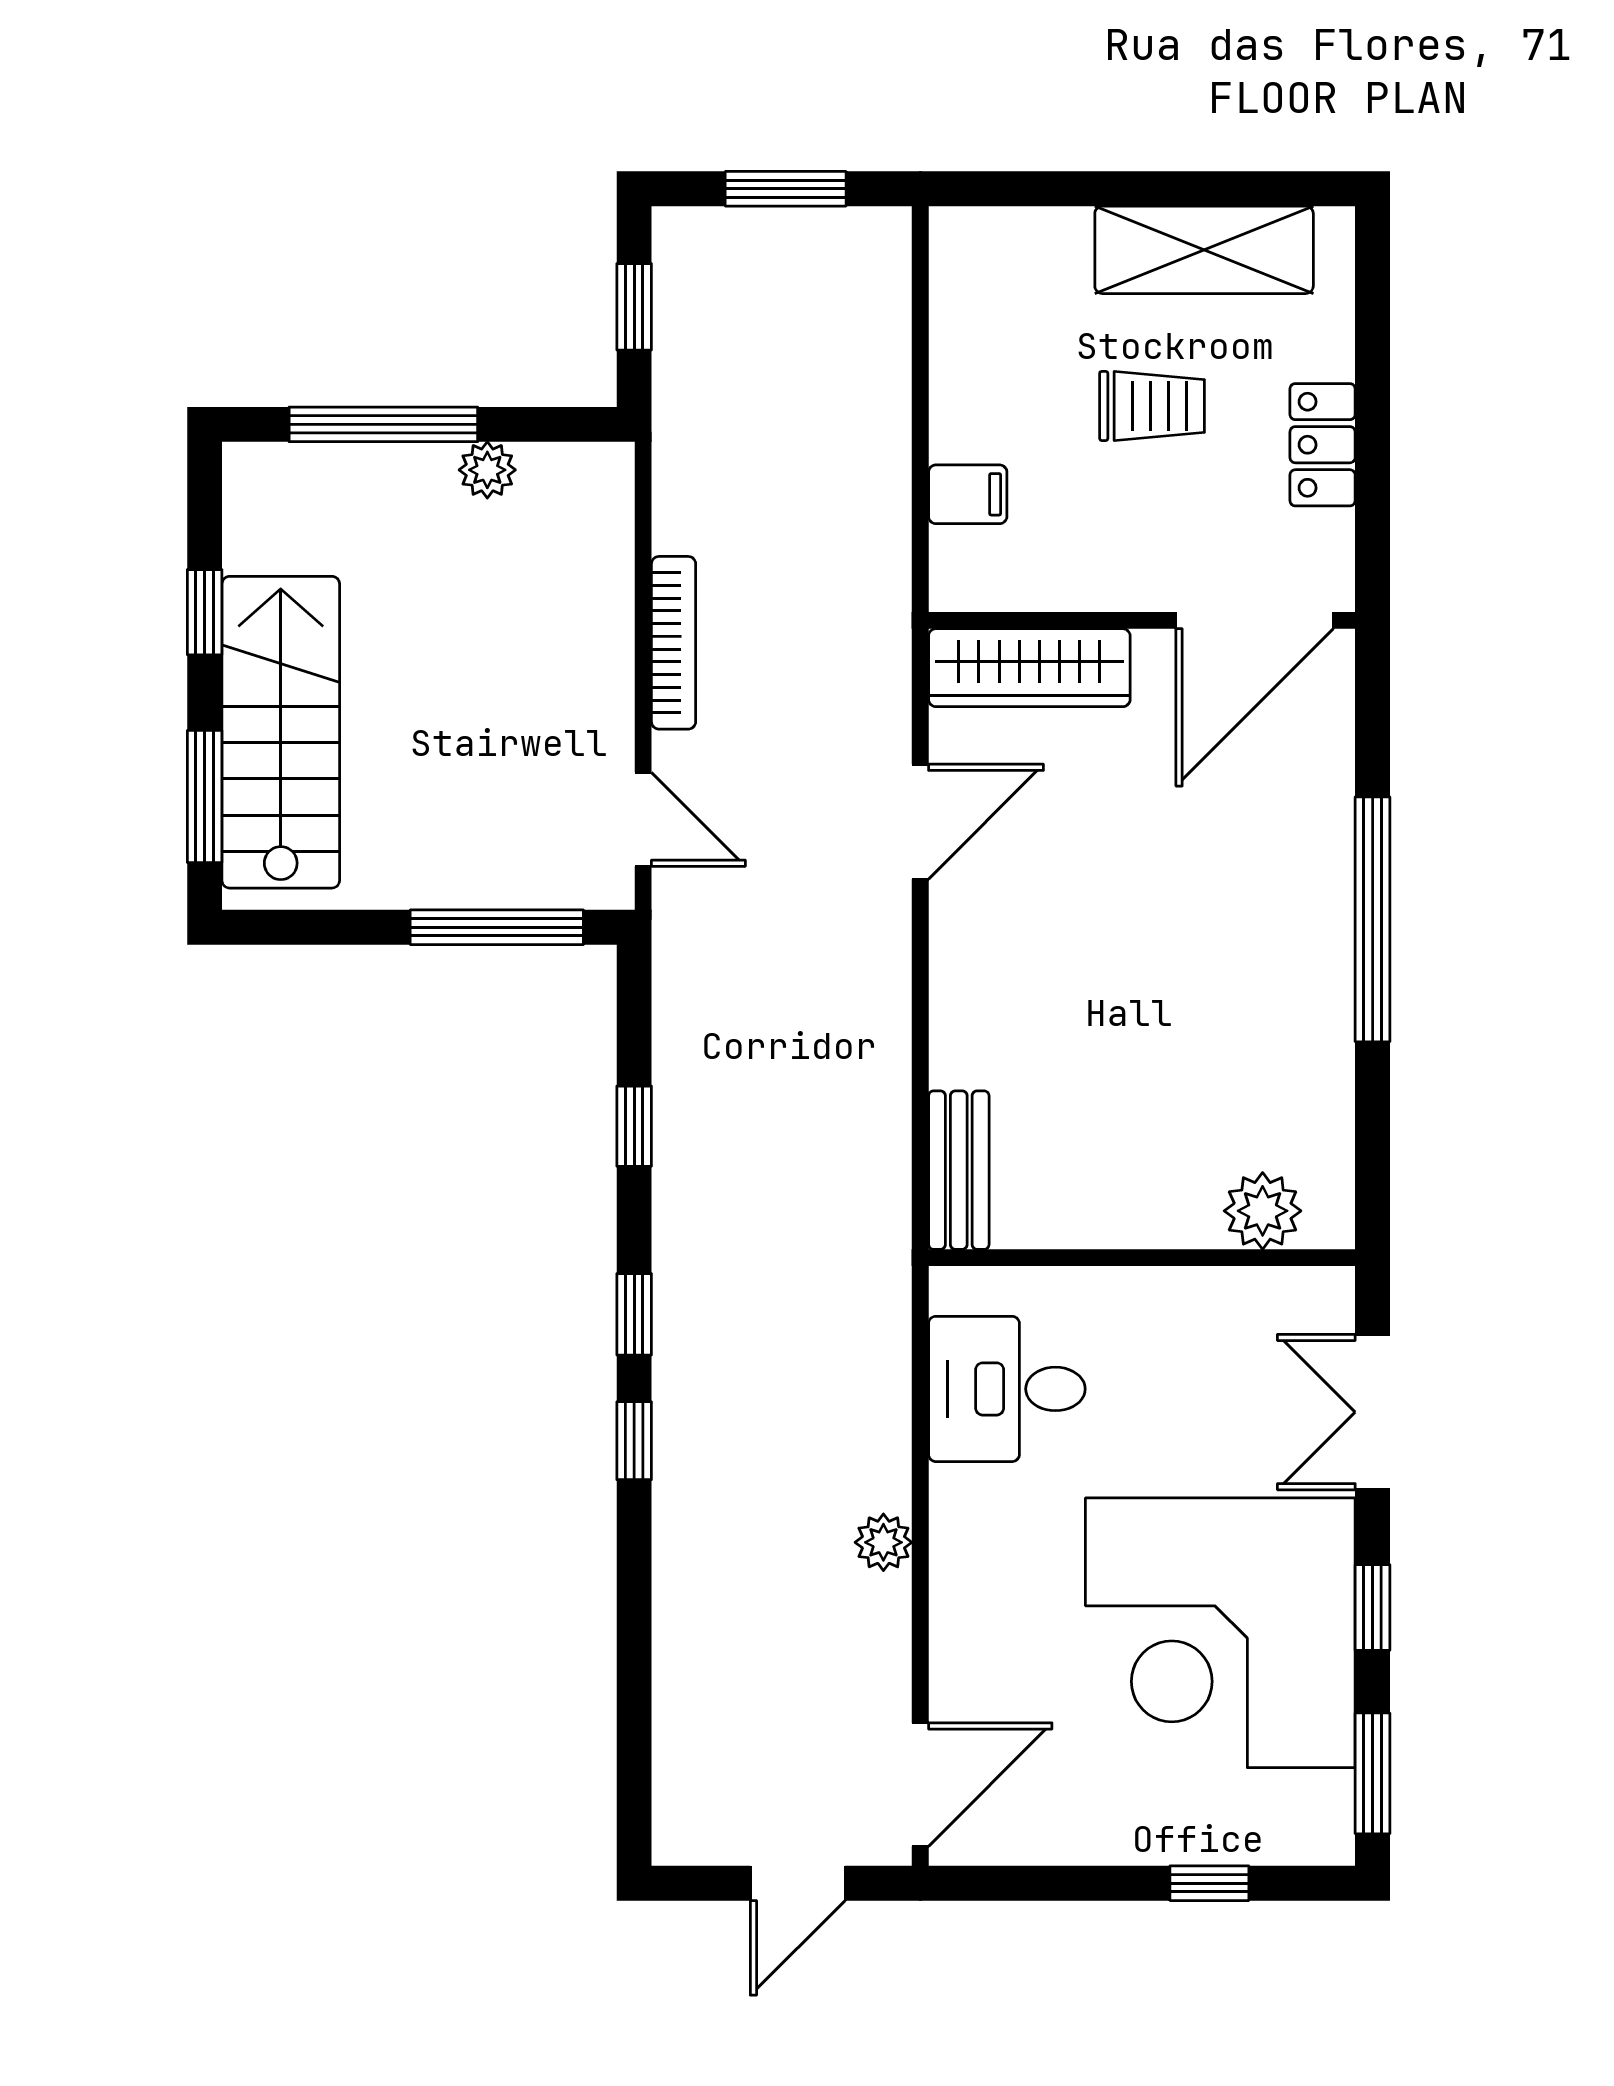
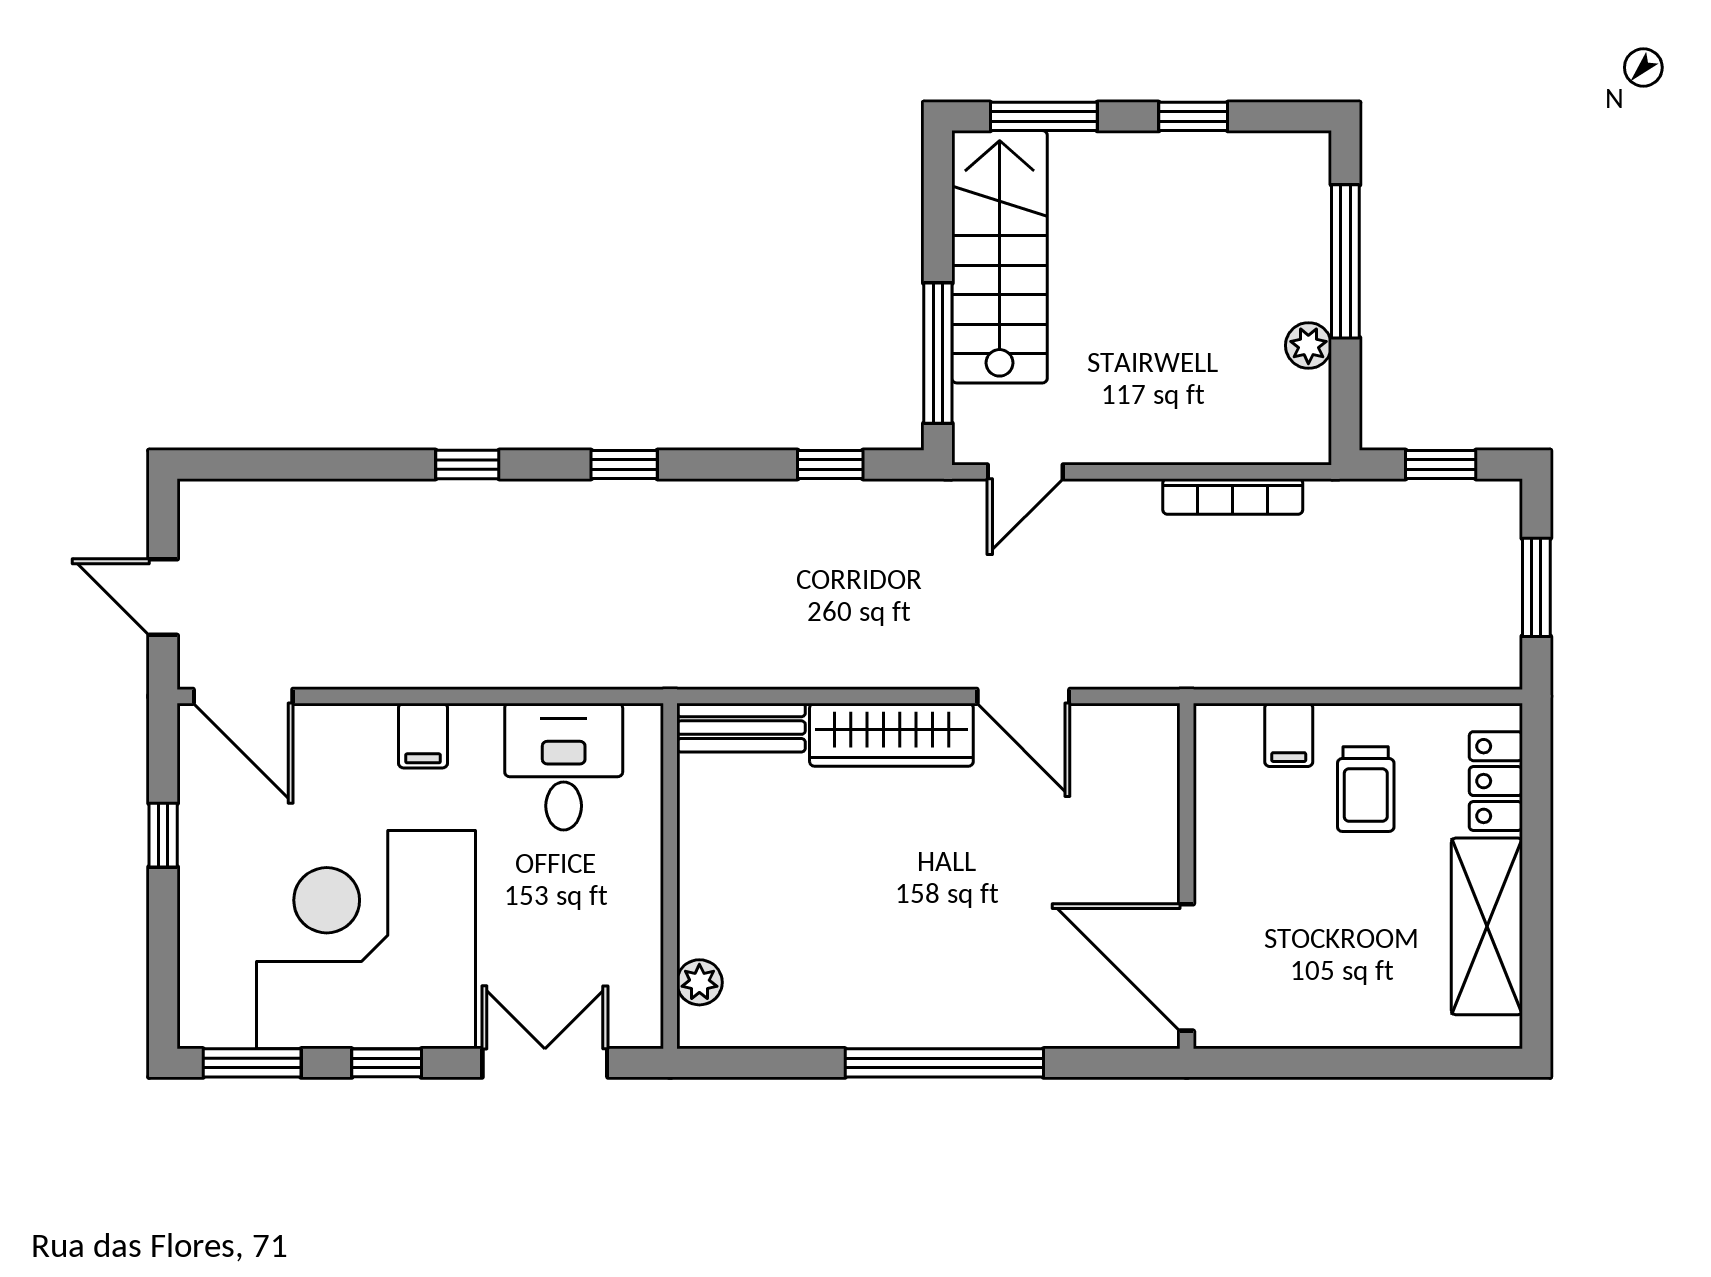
trolley: (1152, 406) -> (1366, 789), moved
locker: (1323, 445) -> (1496, 781), moved, turned -90
bookcase: (674, 643) -> (1233, 496), moved
wardrobe: (1029, 668) -> (891, 735), moved, turned -90
stairs: (281, 732) -> (1000, 257), moved, turned -90
window: (634, 1126) -> (830, 464), moved
plant: (1263, 1211) -> (699, 982), width x0.73, depth x0.73
window: (634, 1441) -> (467, 464), moved
plant: (883, 1542) -> (439, 667), removed
filing cabinet: (969, 1563) -> (423, 736), added
window: (1209, 1883) -> (163, 835), moved

